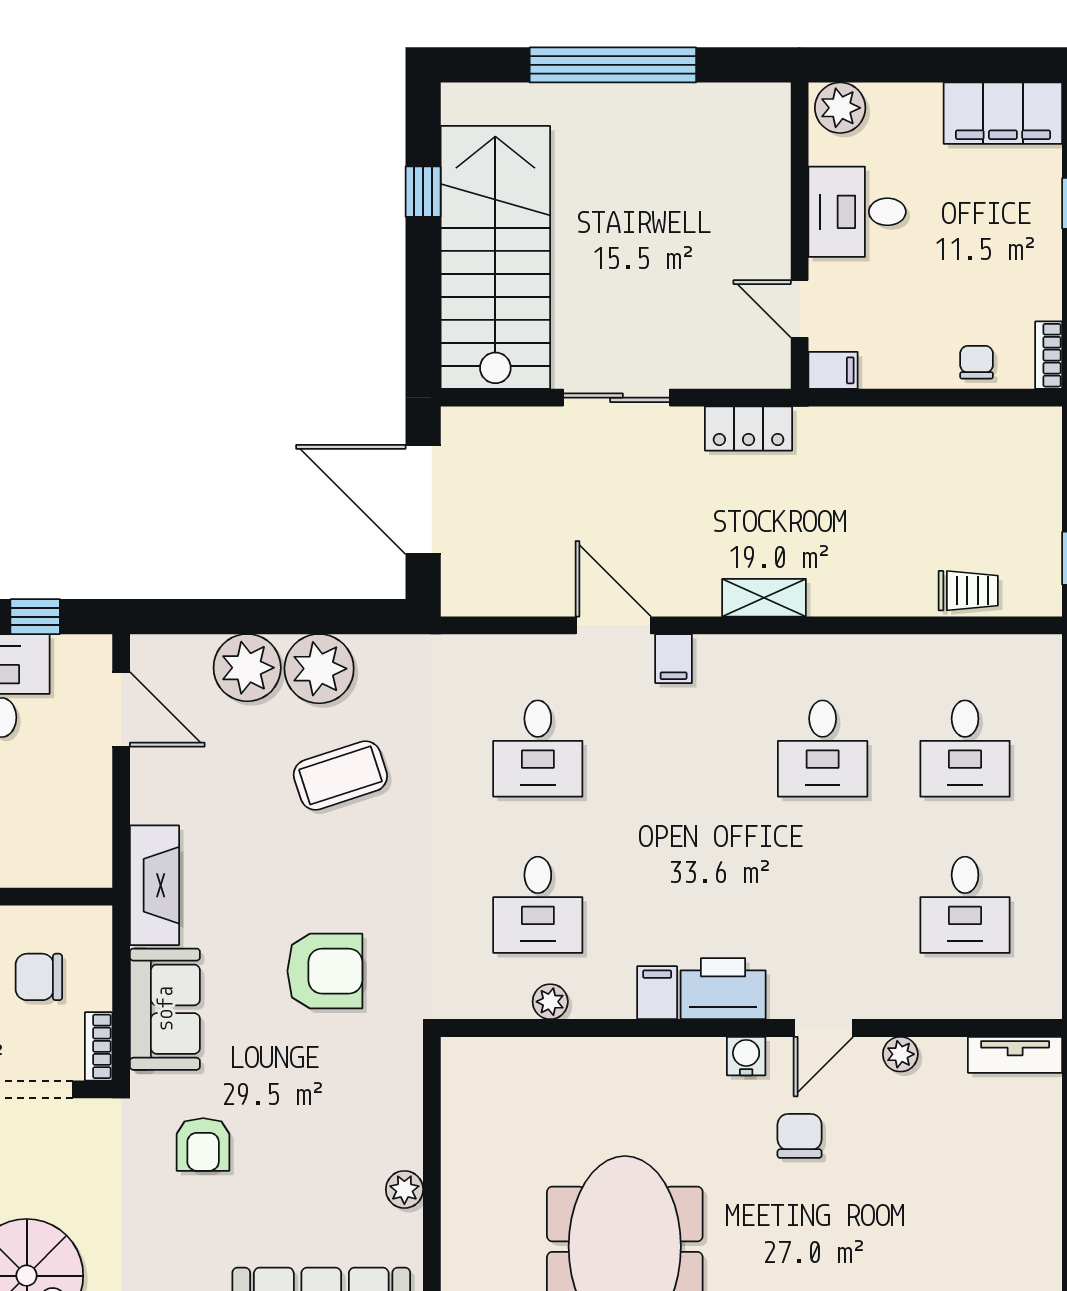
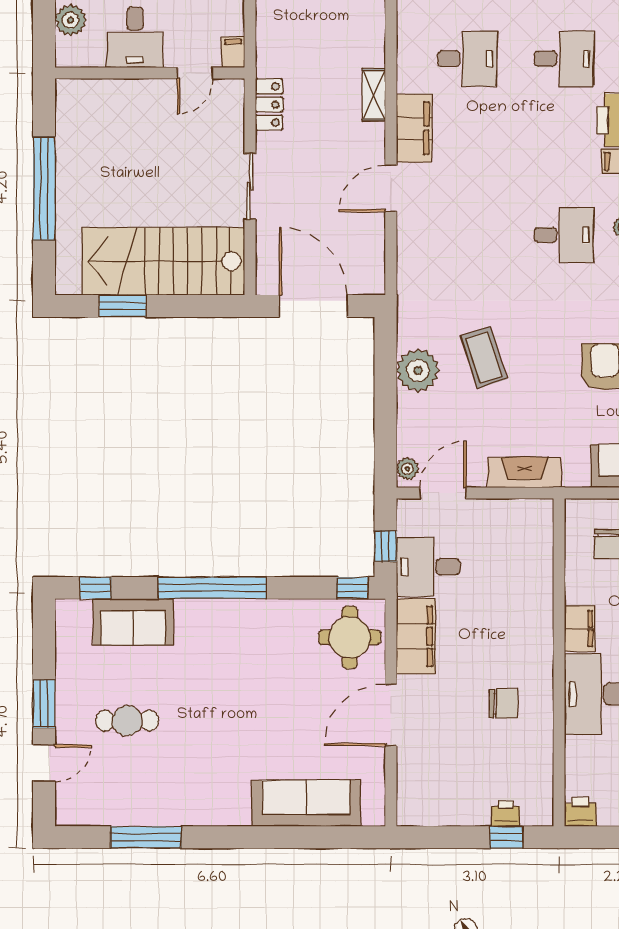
plant: (840, 108) -> (71, 20), moved
window: (423, 192) -> (122, 306), width x1.50
door: (423, 500) -> (313, 306), swing flipped
filing cabinet: (674, 659) -> (414, 128), width x3.00, depth x1.17
plant: (247, 668) -> (407, 469), moved, width x0.53, depth x0.53
desk: (538, 749) -> (564, 59), moved
fireplace: (154, 885) -> (524, 472), moved

